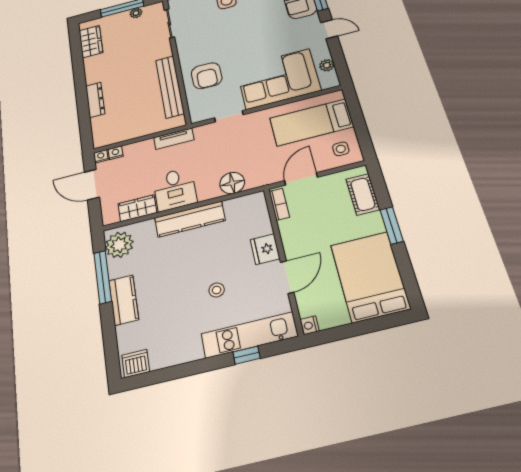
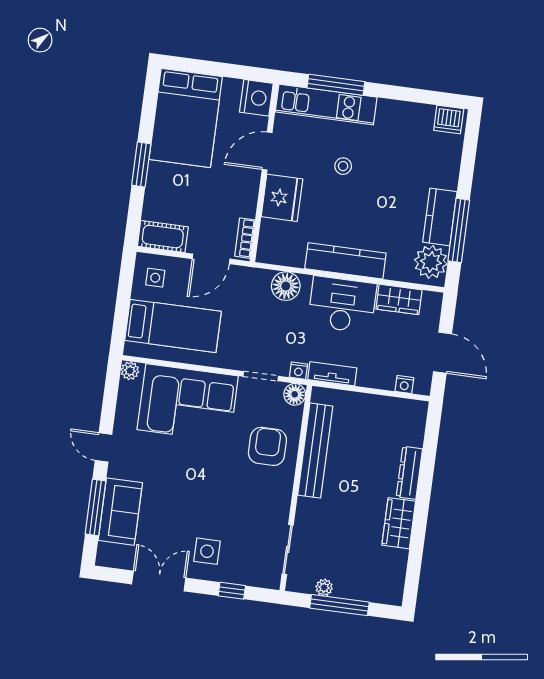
wardrobe: (91, 42) -> (399, 523), moved
plant: (327, 65) -> (130, 371), moved
floor lamp: (198, 115) -> (295, 394), added
nightstand: (101, 156) -> (299, 371), moved
desk: (175, 189) -> (342, 305), width x1.37
cot: (363, 194) -> (163, 237), moved, turned 90
fridge: (265, 249) -> (282, 198), width x1.36, depth x1.34
kitchen counter: (124, 300) -> (440, 217), moved
nightstand: (310, 325) -> (256, 98), width x1.89, depth x1.79
window: (247, 355) -> (336, 85), width x2.17

